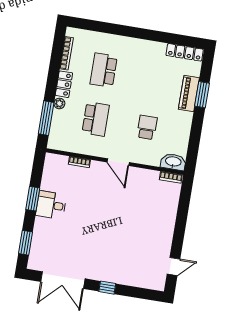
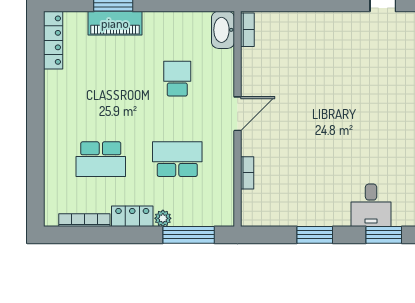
school desk: (147, 127) -> (177, 79), turned 90
desk: (51, 205) -> (371, 205), moved

